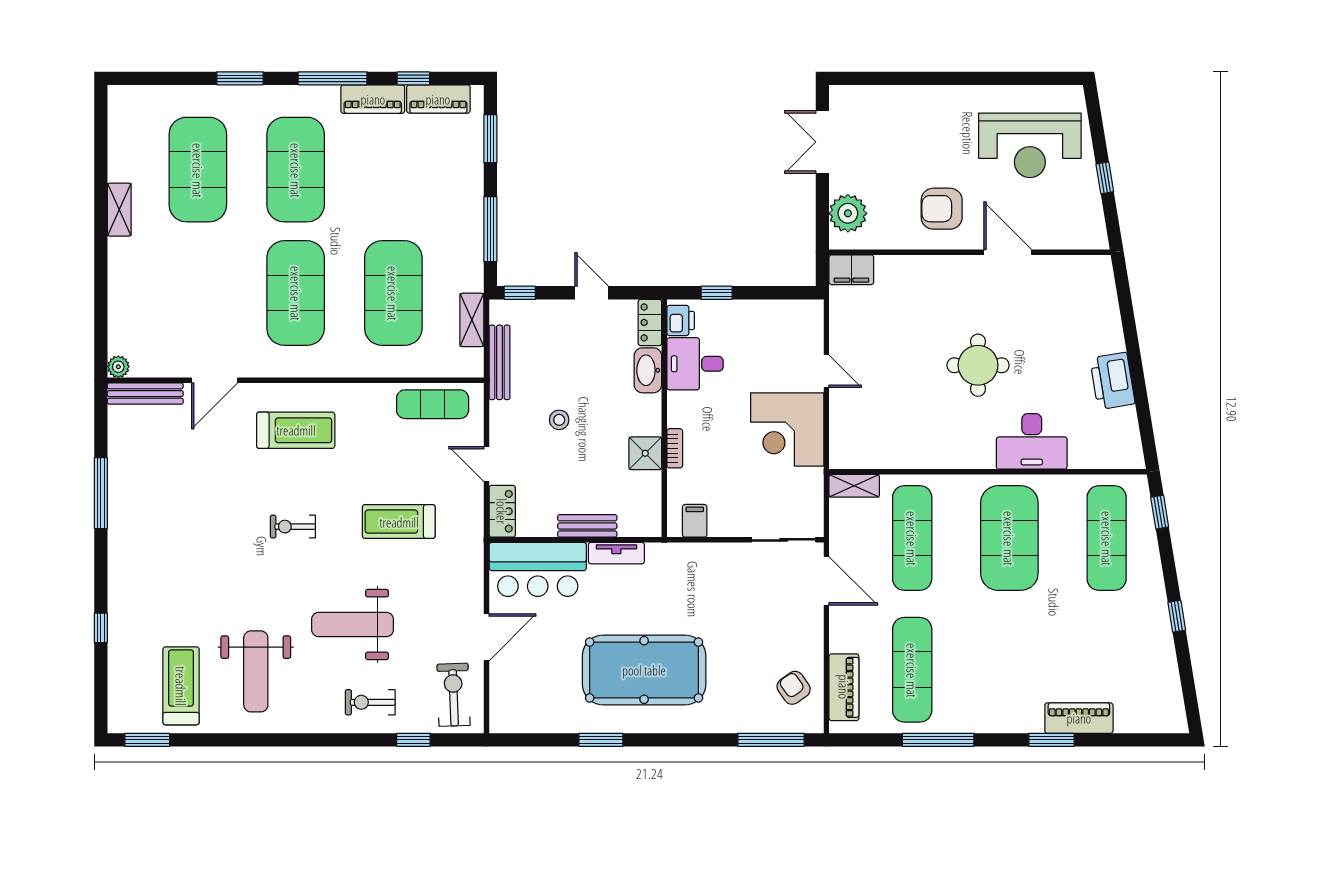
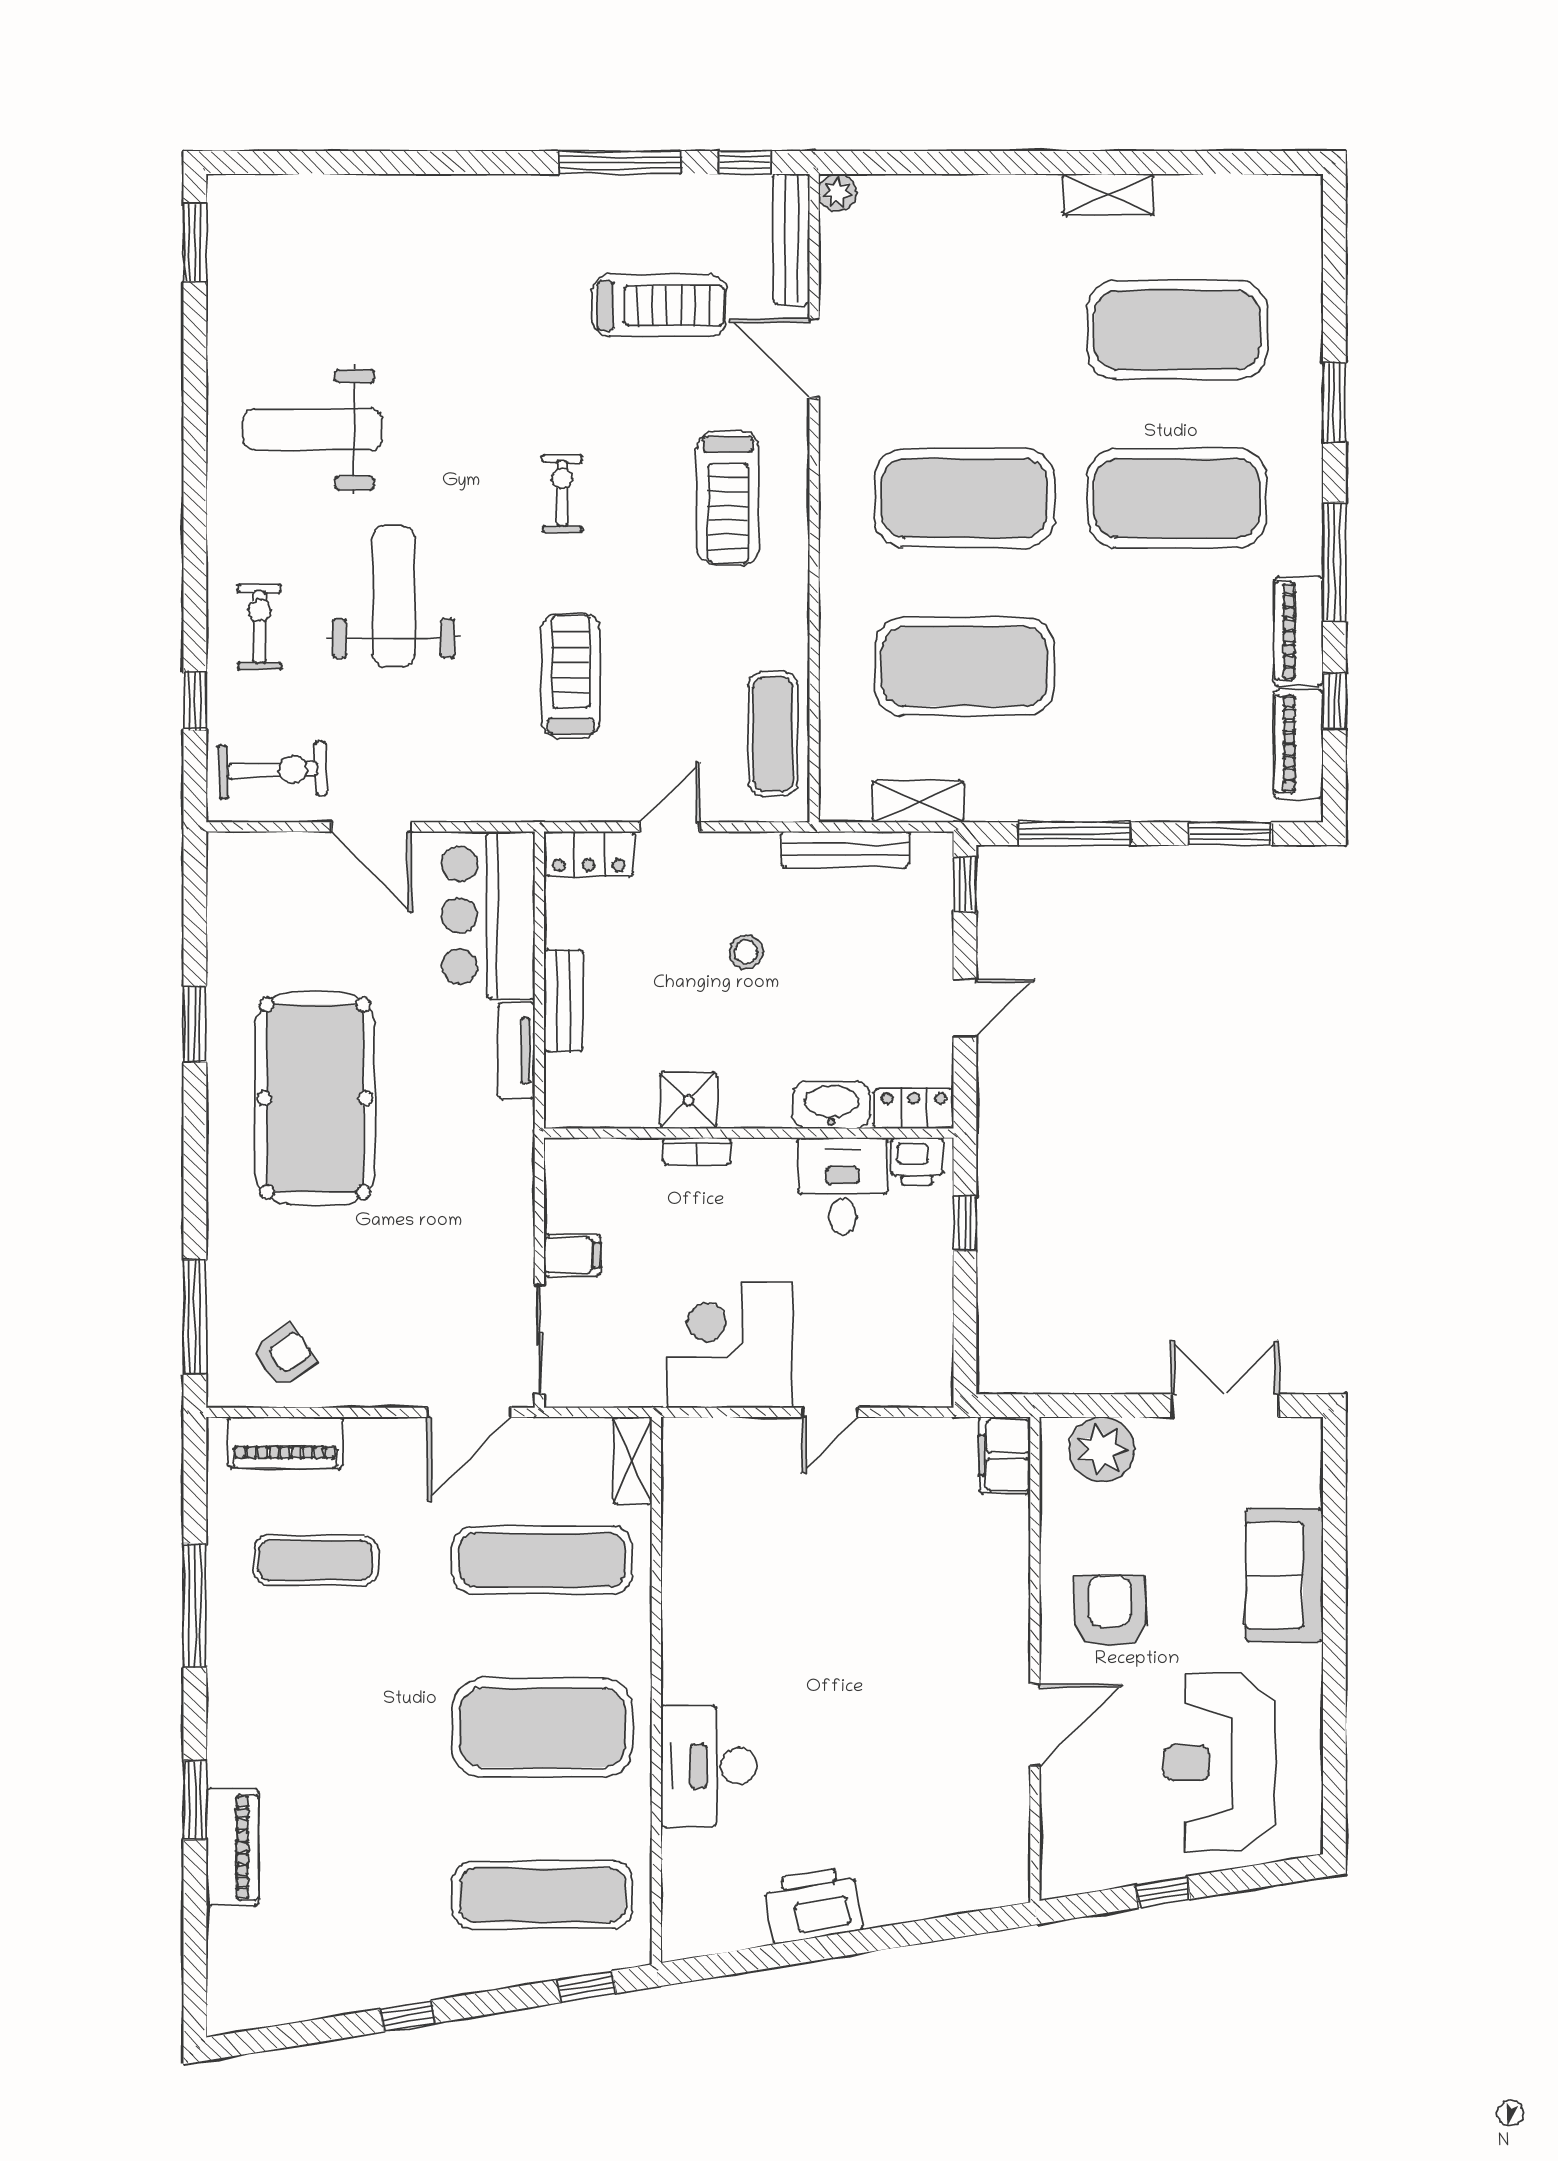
sofa: (921, 107) -> (1284, 1575), added
round table: (978, 365) -> (840, 1674), removed
filing cabinet: (695, 521) -> (572, 1255), moved
window: (101, 628) -> (745, 163), moved
exercise mat: (912, 670) -> (316, 1560), width x0.73, depth x0.69
treadmill: (181, 686) -> (659, 305), moved

